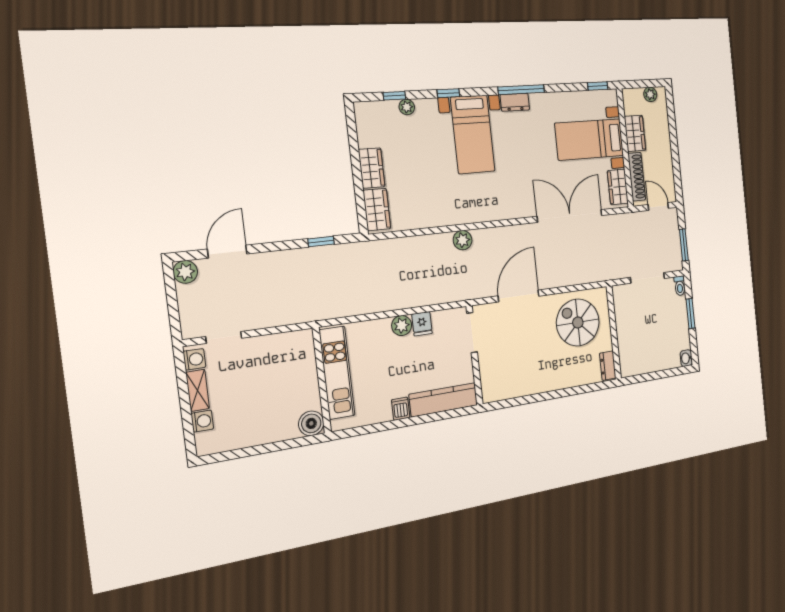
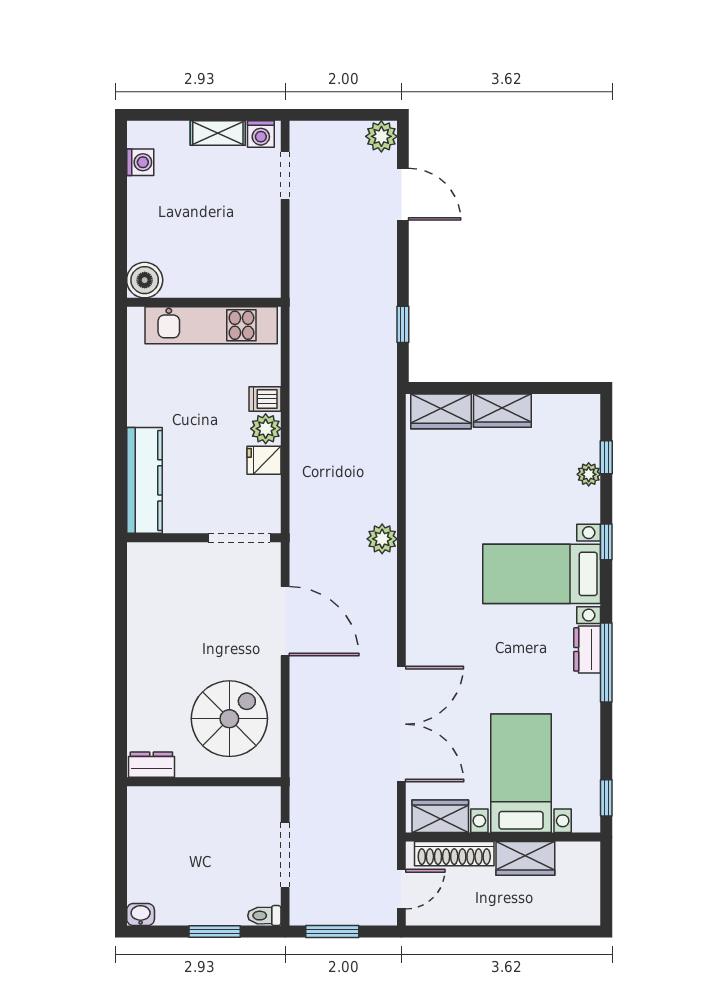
plant: (650, 94) -> (588, 895), removed
dishwasher: (401, 409) -> (265, 399), moved, turned 180
washing machine: (202, 421) -> (140, 162), moved, turned -90

